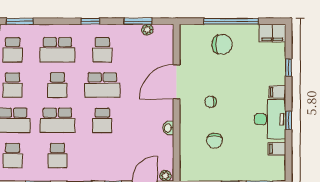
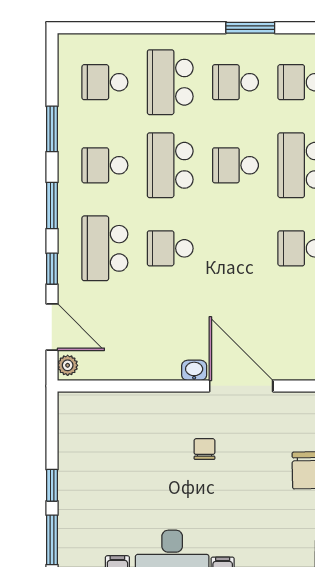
school desk: (102, 85) -> (105, 248), moved
washbasin: (168, 128) -> (194, 370), moved
chair: (215, 141) -> (132, 456), removed

